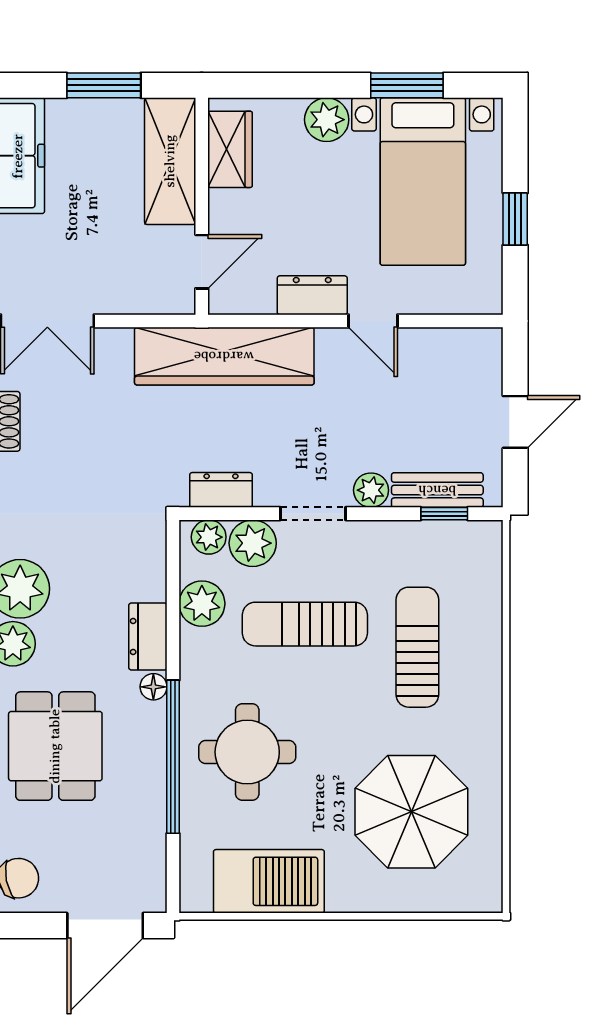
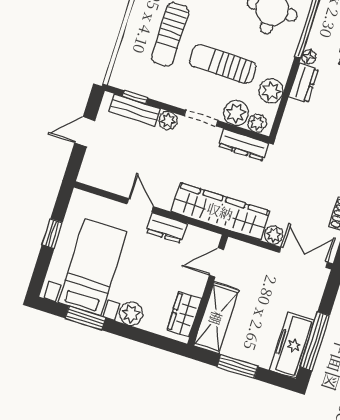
plant: (114, 344) -> (274, 235), added
dresser: (221, 490) -> (243, 145), width x1.44
sun lounger: (305, 624) -> (223, 64), turned 180

